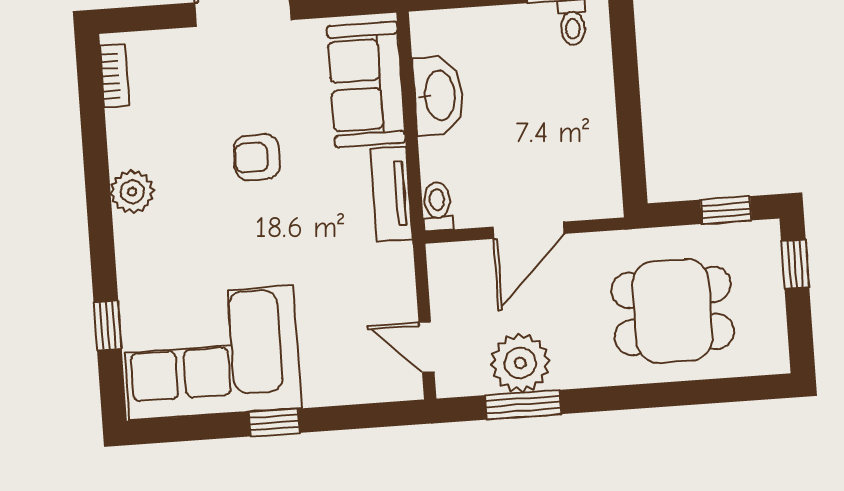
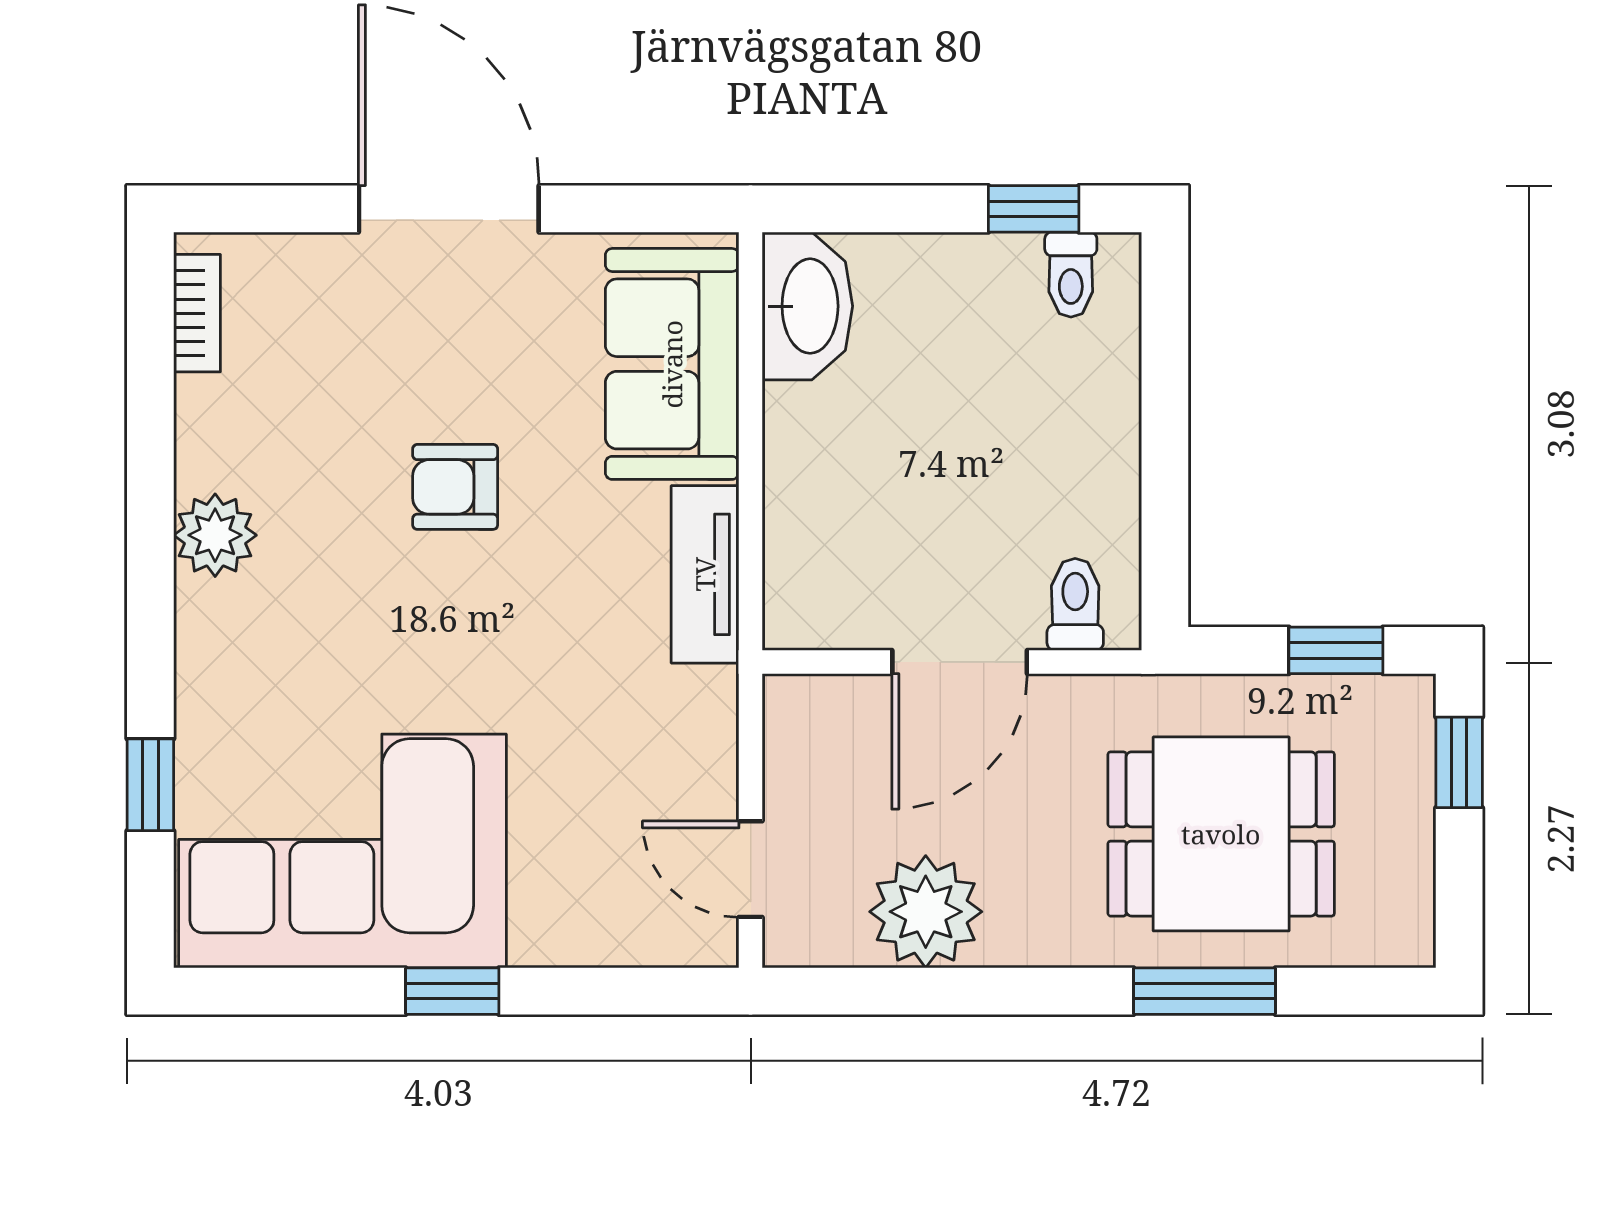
washbasin: (438, 96) -> (807, 306), moved
toilet: (437, 206) -> (1075, 604), moved
window: (523, 405) -> (1204, 991), moved

